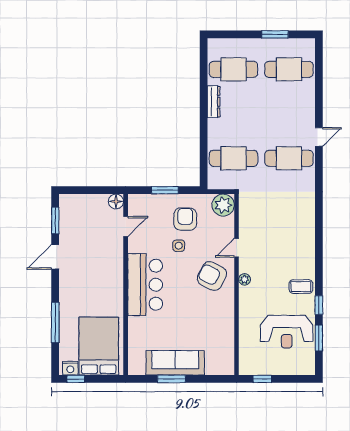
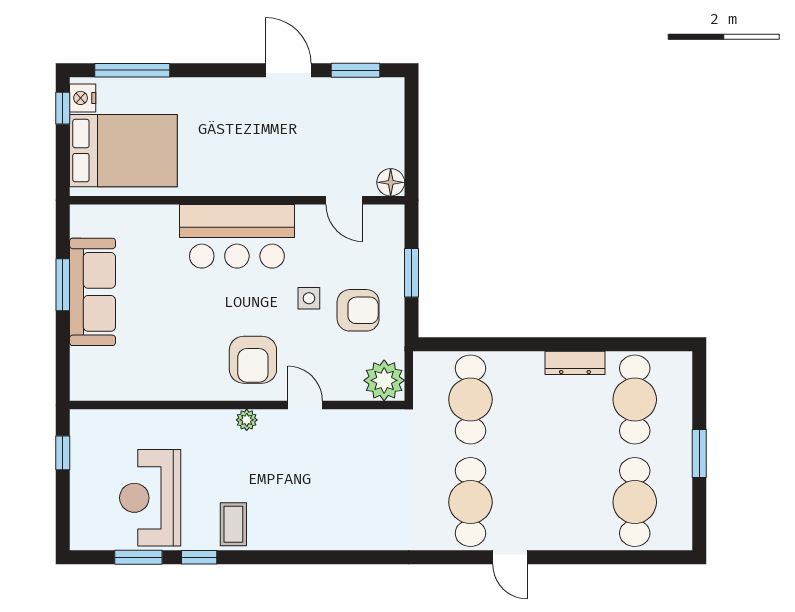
window: (275, 34) -> (699, 453), moved
armchair: (212, 276) -> (253, 360), turned 153
window: (55, 322) -> (132, 70), moved

